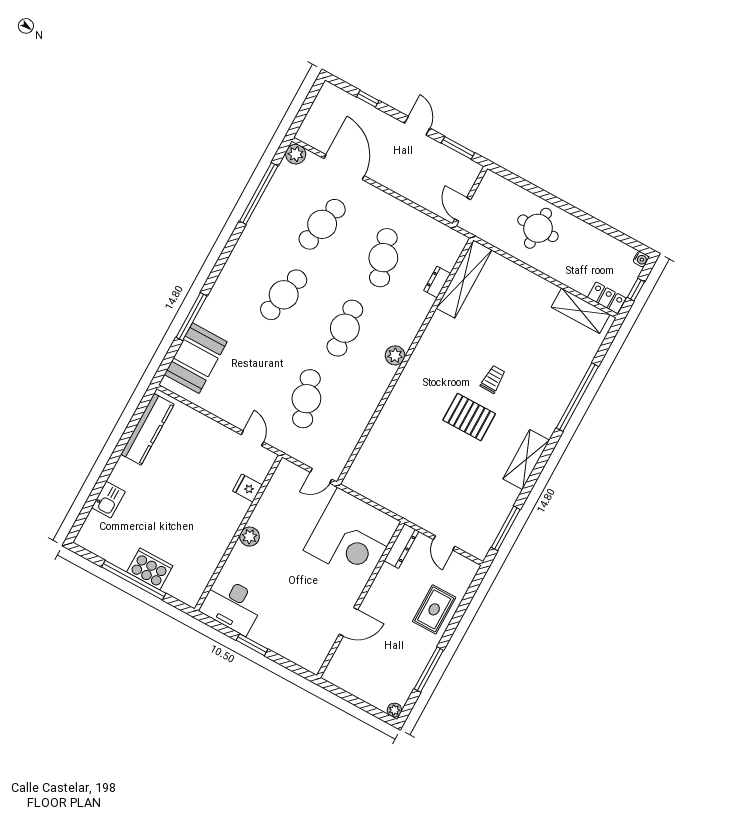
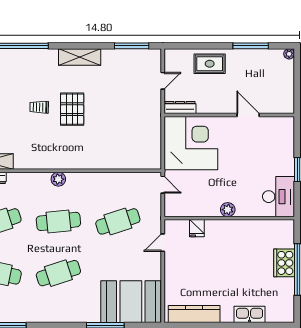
cafe table: (284, 295) -> (58, 273), turned -30
booth: (196, 358) -> (131, 302), width x1.36, depth x1.42
kitchen sink: (108, 500) -> (250, 314), width x1.38

